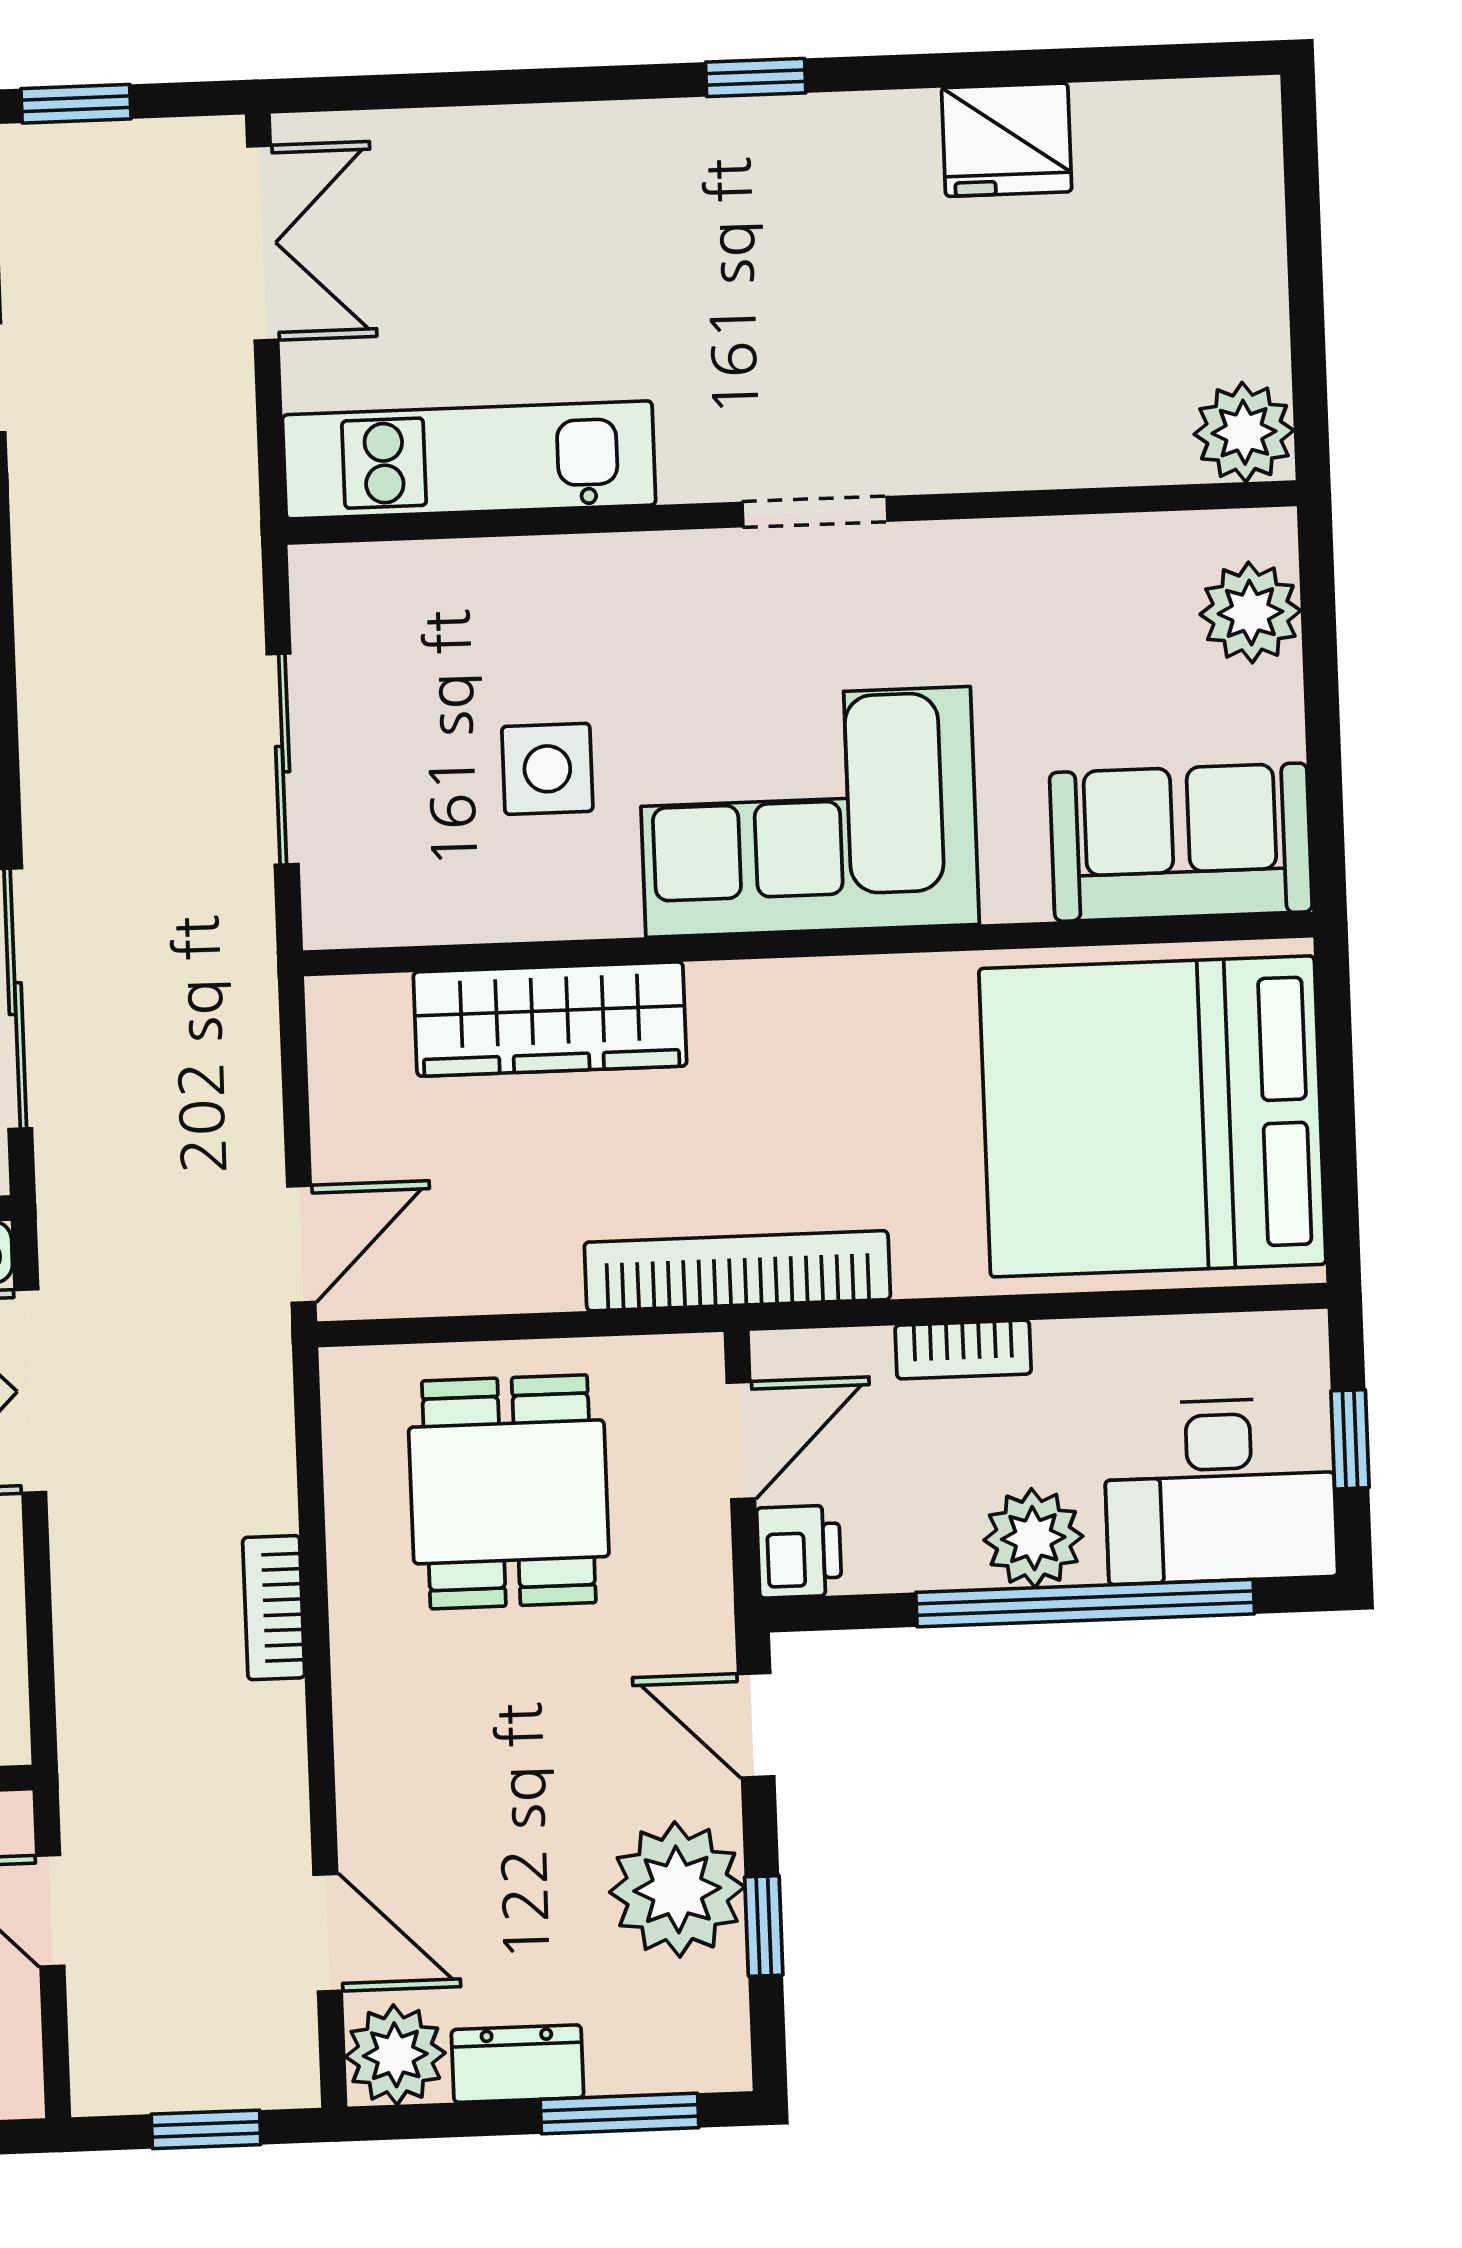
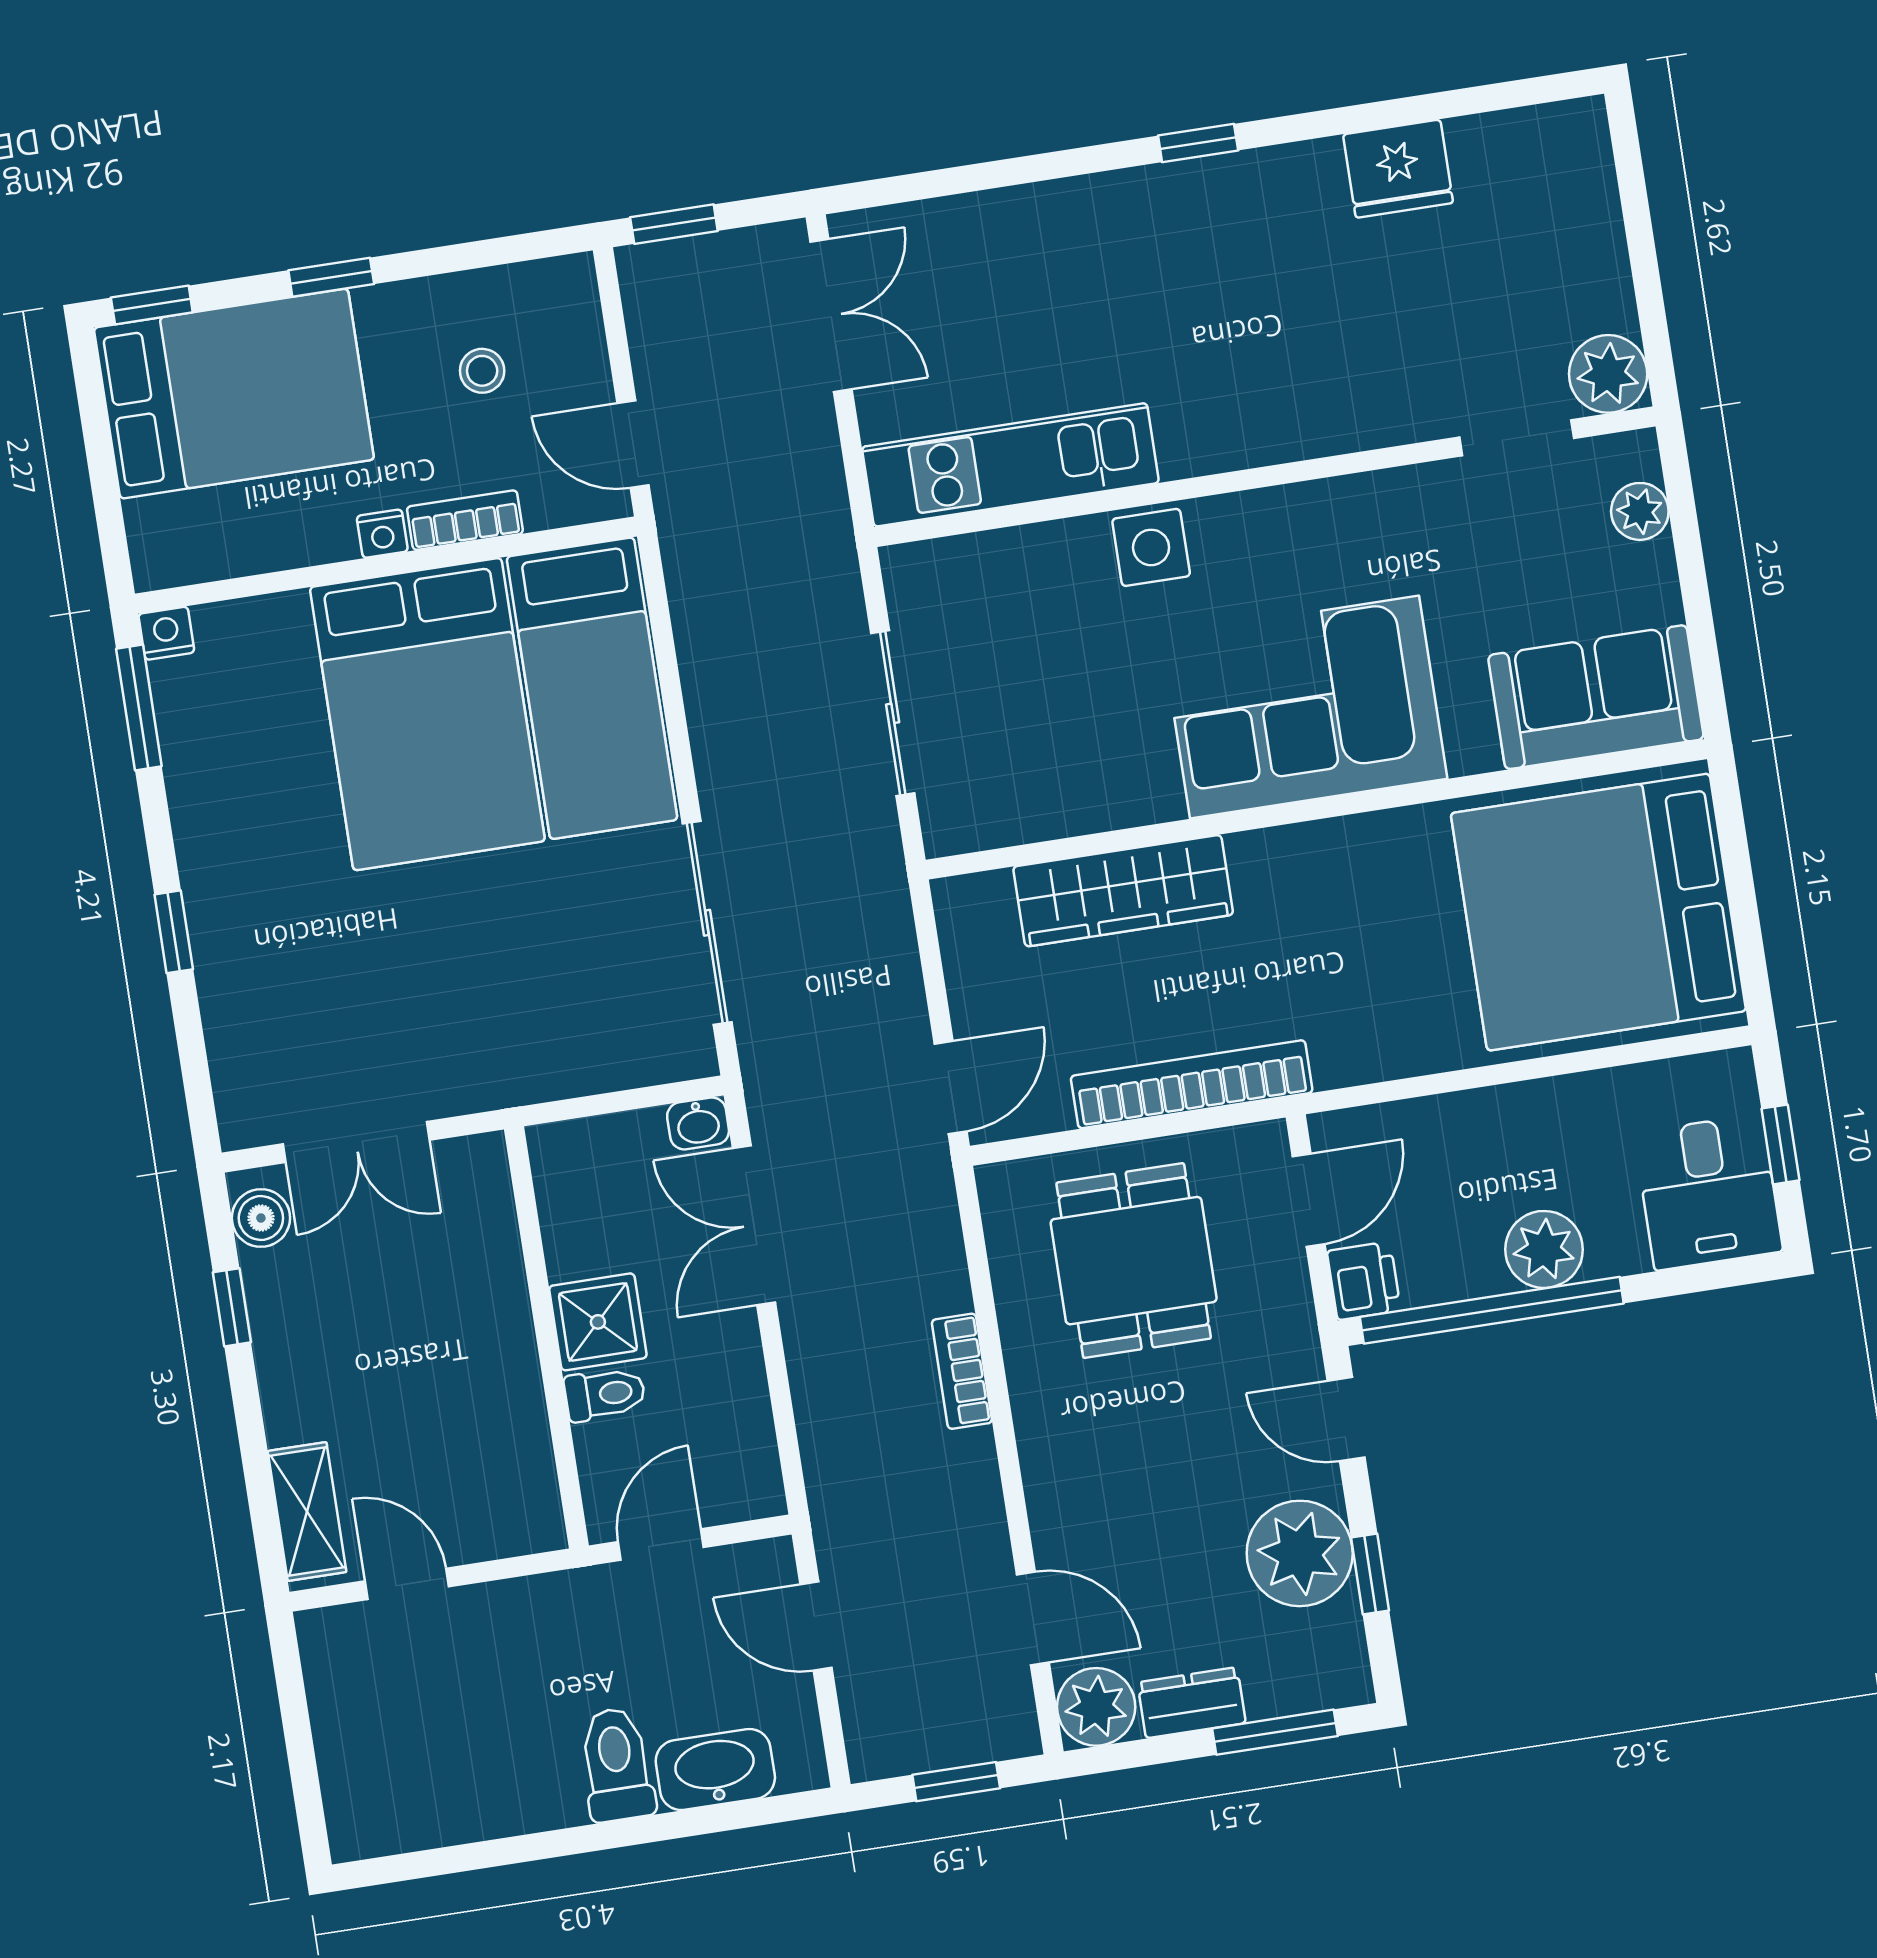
doorway: (815, 512) -> (1517, 438), moved
plant: (1250, 613) -> (1640, 511), width x0.73, depth x0.73
side table: (547, 769) -> (1151, 547), moved
bookcase: (737, 1271) -> (1192, 1084), moved
bookcase: (963, 1350) -> (1473, 1110), removed
desk: (1220, 1491) -> (1708, 1192), width x0.73
window: (1085, 1603) -> (1492, 1310), moved

